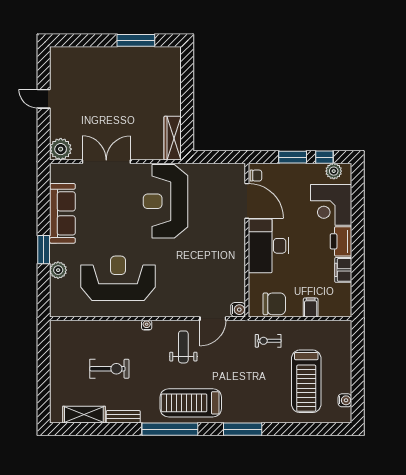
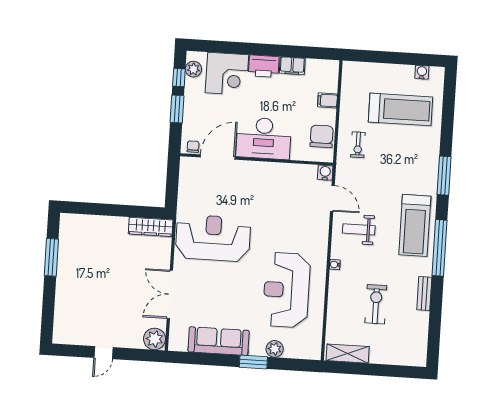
reception desk: (165, 201) -> (213, 238), turned 180
shelving: (84, 415) -> (348, 354), moved, turned 90

